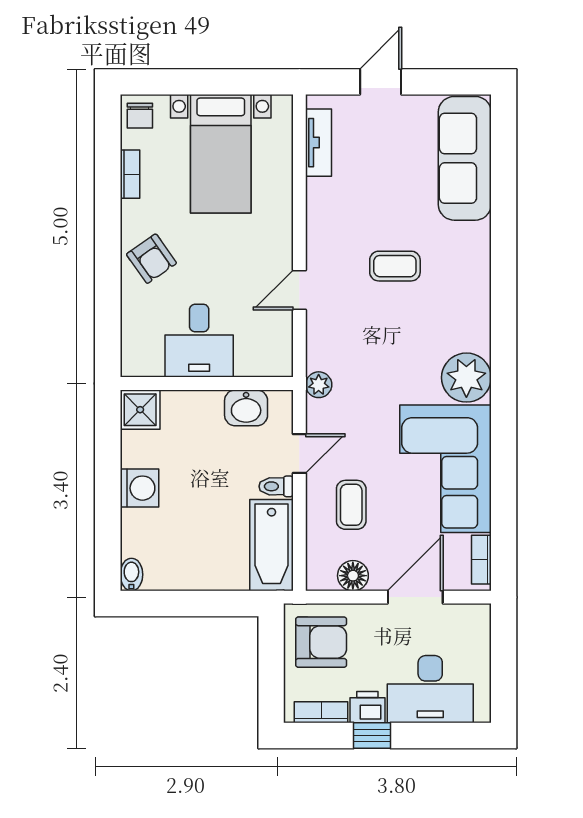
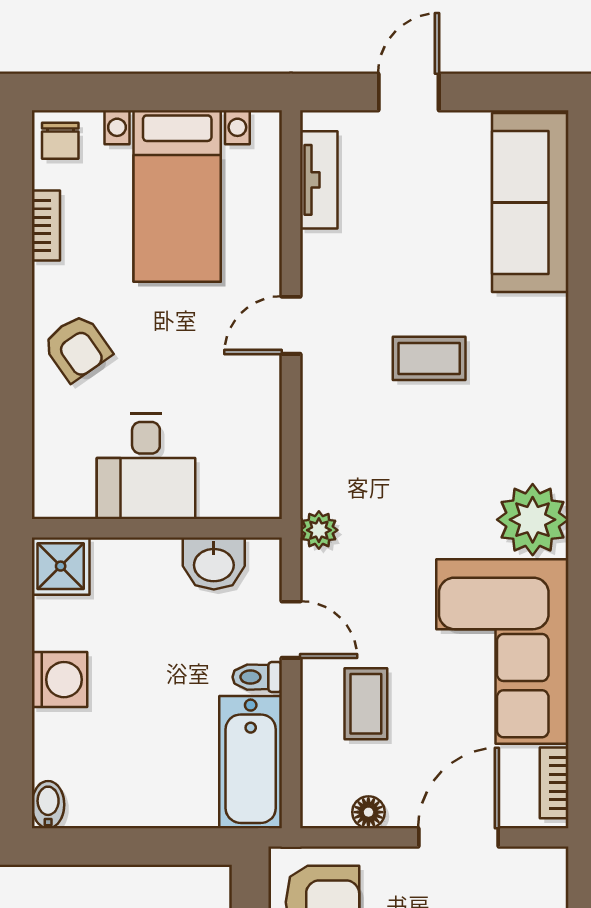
door: (299, 290) -> (291, 325), moved
door: (299, 454) -> (291, 630), hinge flipped
floor lamp: (353, 576) -> (368, 812), width x0.73, depth x0.73

